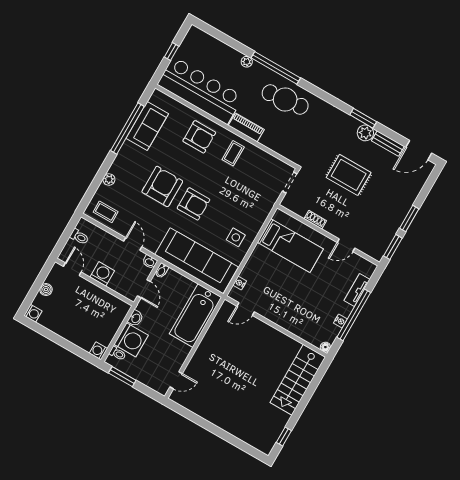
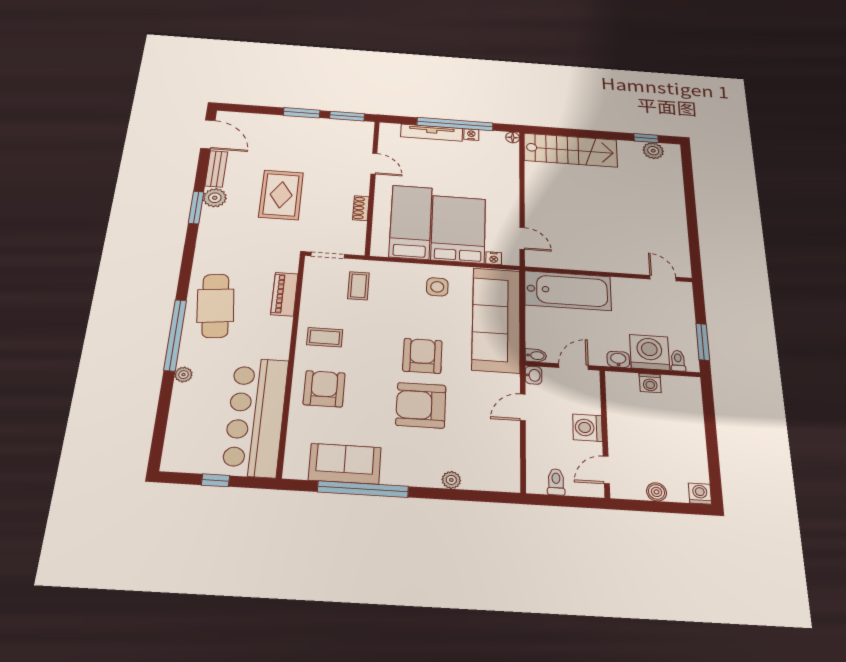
piano: (246, 127) -> (284, 294), moved
coffee table: (106, 212) -> (358, 286), moved
bed: (271, 273) -> (458, 229), added
tv unit: (357, 290) -> (432, 133), width x1.41
washing machine: (98, 351) -> (650, 383), moved
plant: (272, 435) -> (653, 151), added

